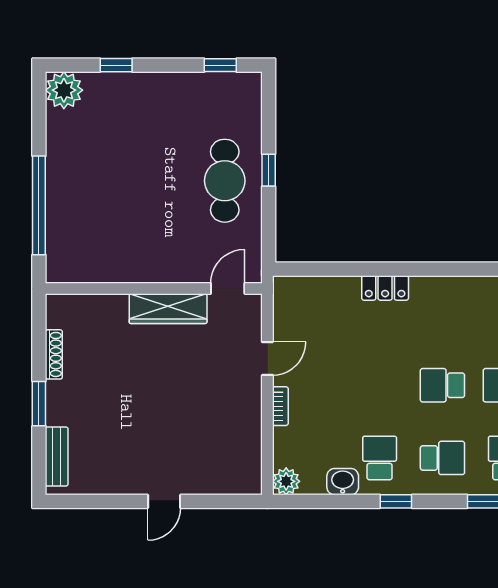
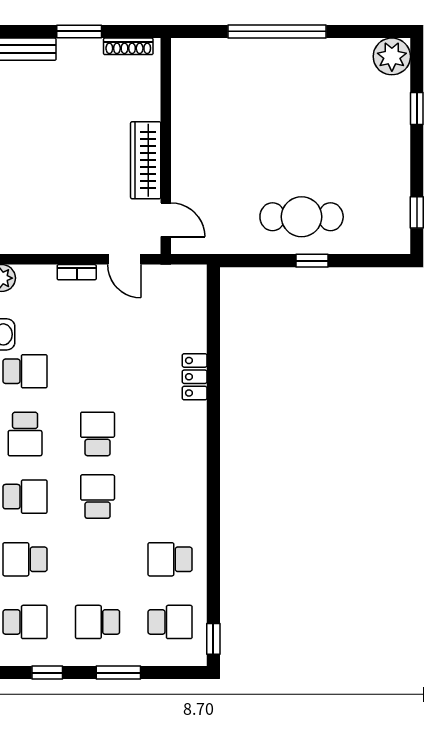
wall: (154, 288) -> (166, 146), moved
door: (228, 288) -> (166, 220), moved
wardrobe: (168, 309) -> (146, 160), moved

